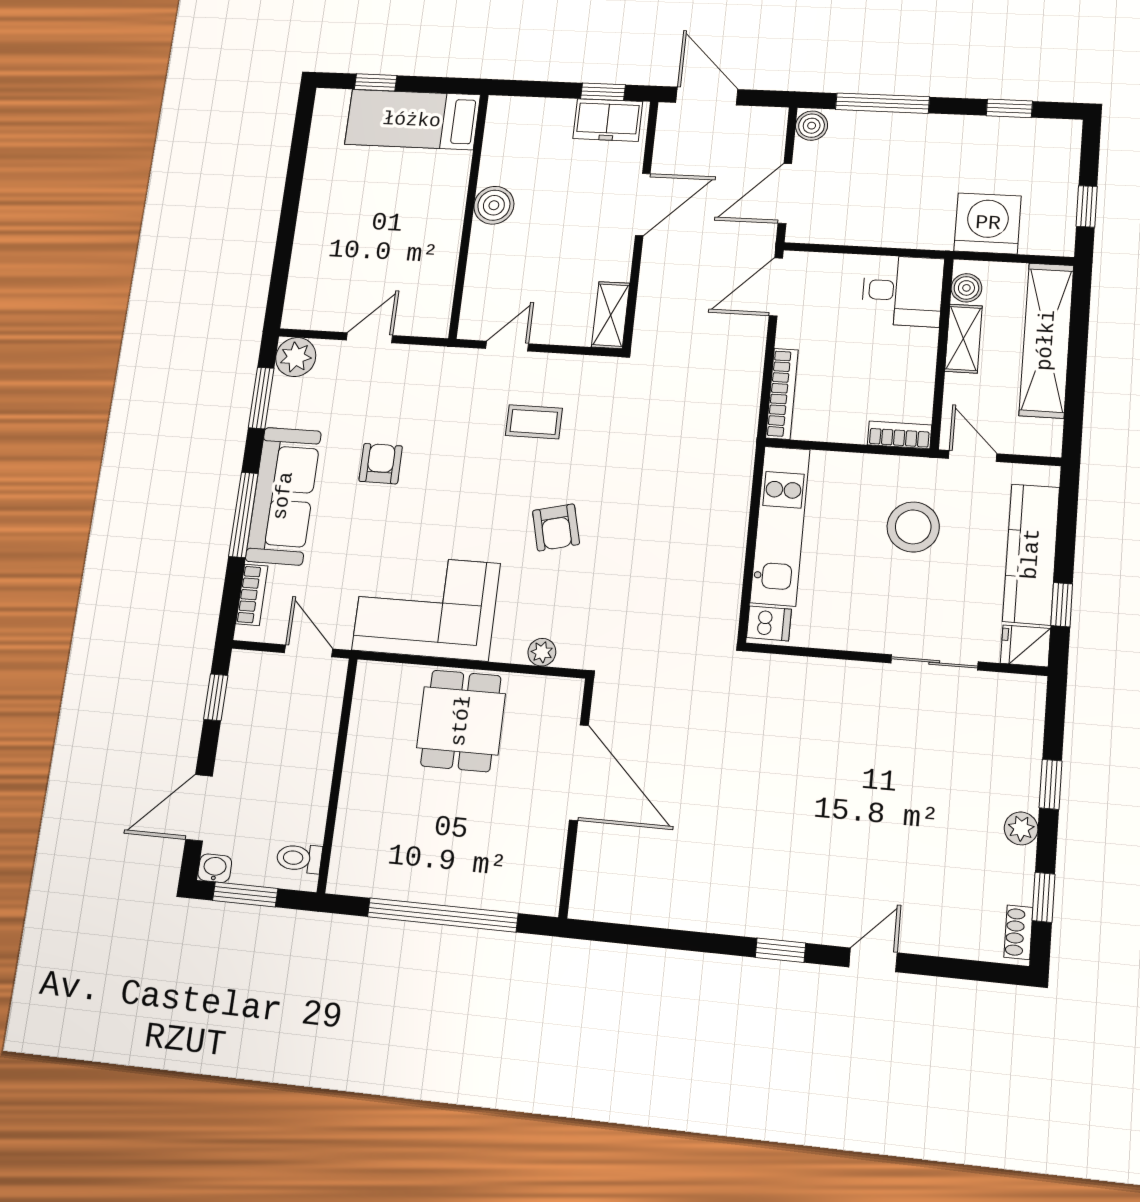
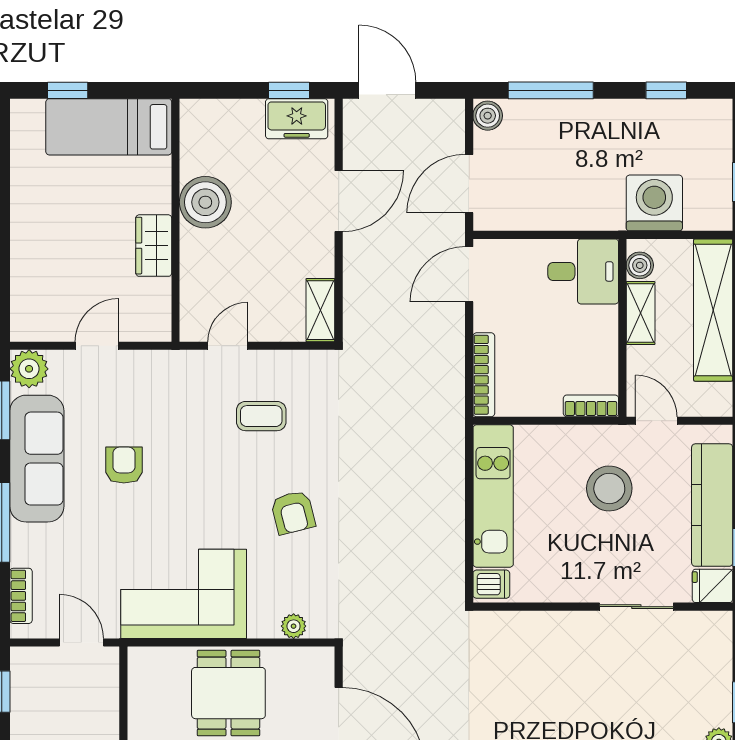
boiler: (494, 205) -> (205, 202), width x1.37, depth x1.37
wardrobe: (443, 239) -> (154, 246), added
sofa: (283, 496) -> (37, 459), moved

